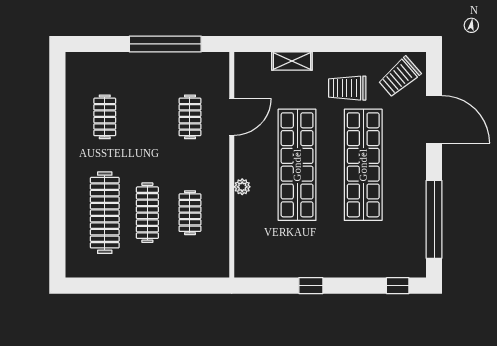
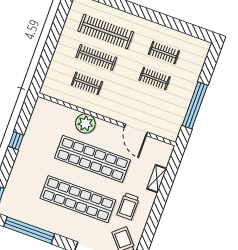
trolley: (347, 88) -> (128, 206), turned 180
clothes rail: (190, 117) -> (155, 78), moved
plant: (242, 187) -> (85, 123), width x1.87, depth x1.87

